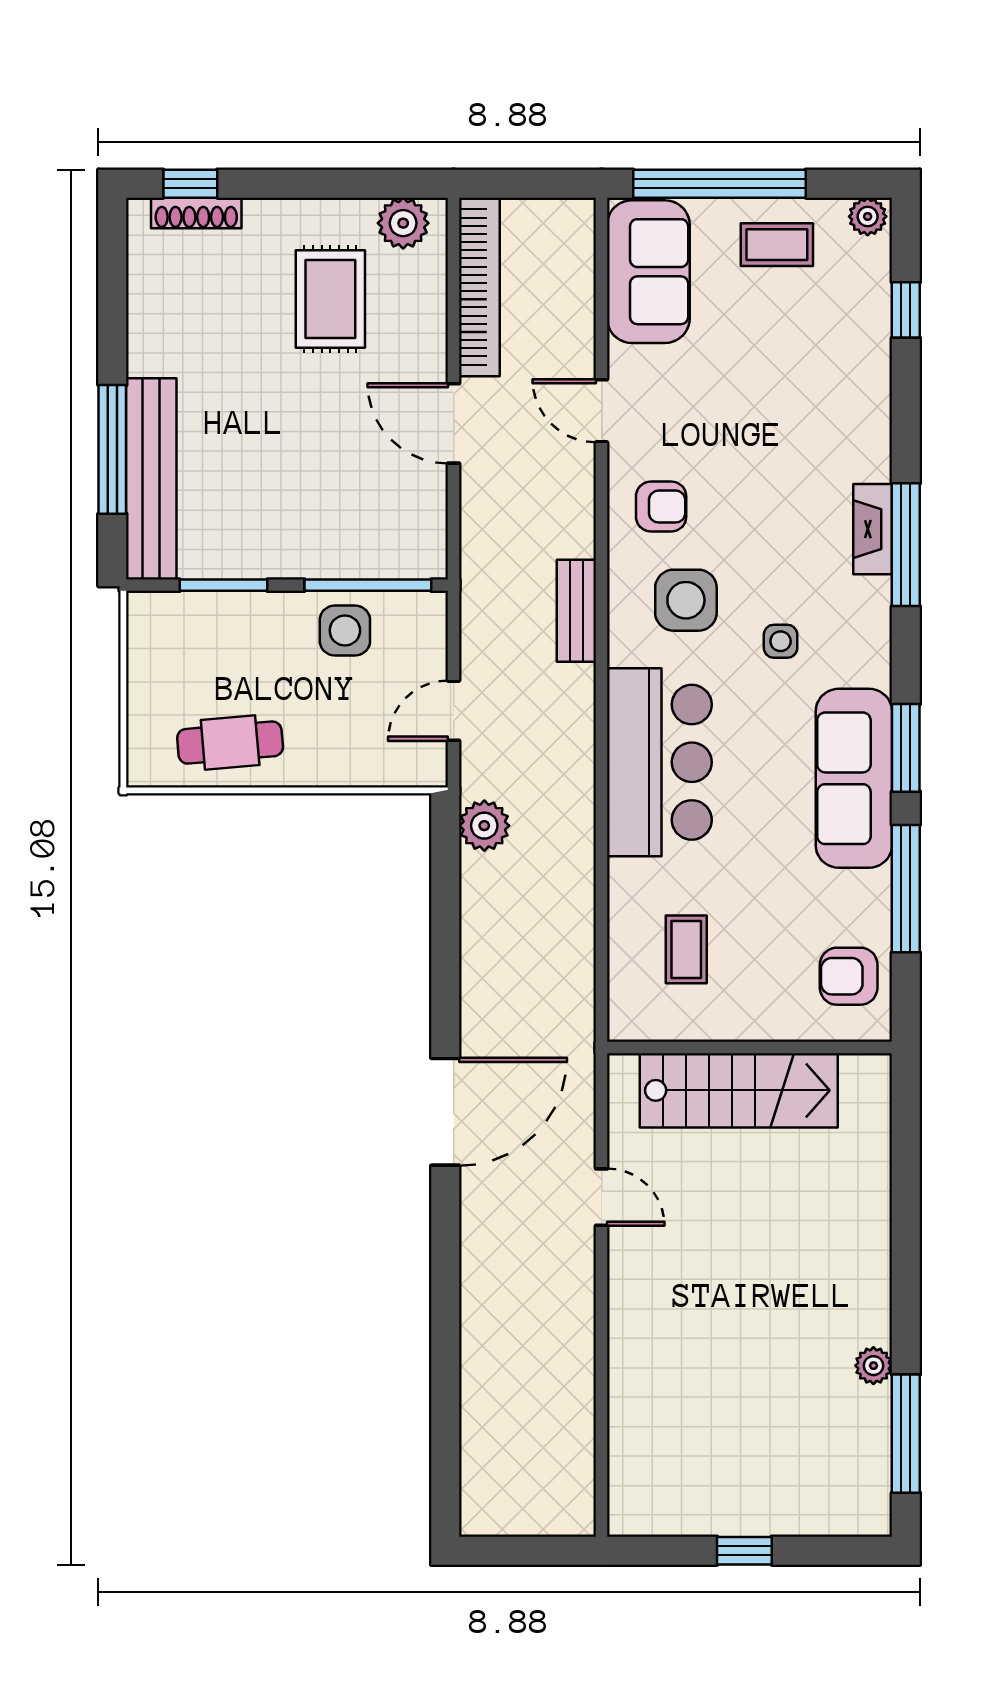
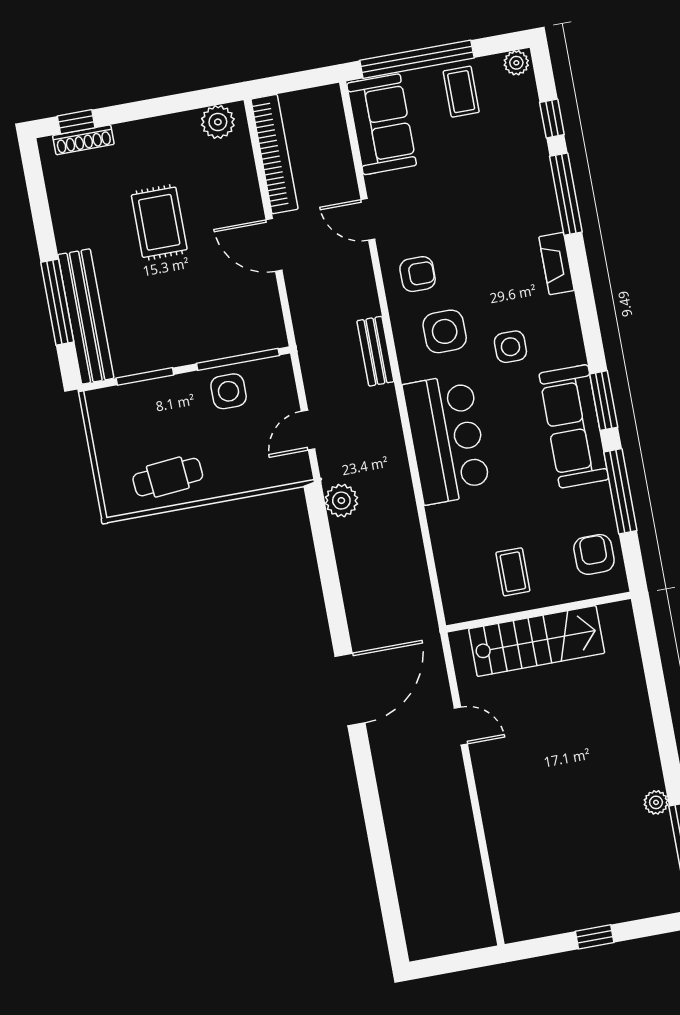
coffee table: (777, 245) -> (461, 92), turned 90
rug: (330, 299) -> (159, 222), moved
window: (906, 545) -> (566, 194), moved
side table: (781, 641) -> (510, 347), width x1.37, depth x1.37
coffee table: (686, 949) -> (513, 572), moved
armchair: (849, 976) -> (594, 554), turned 90

